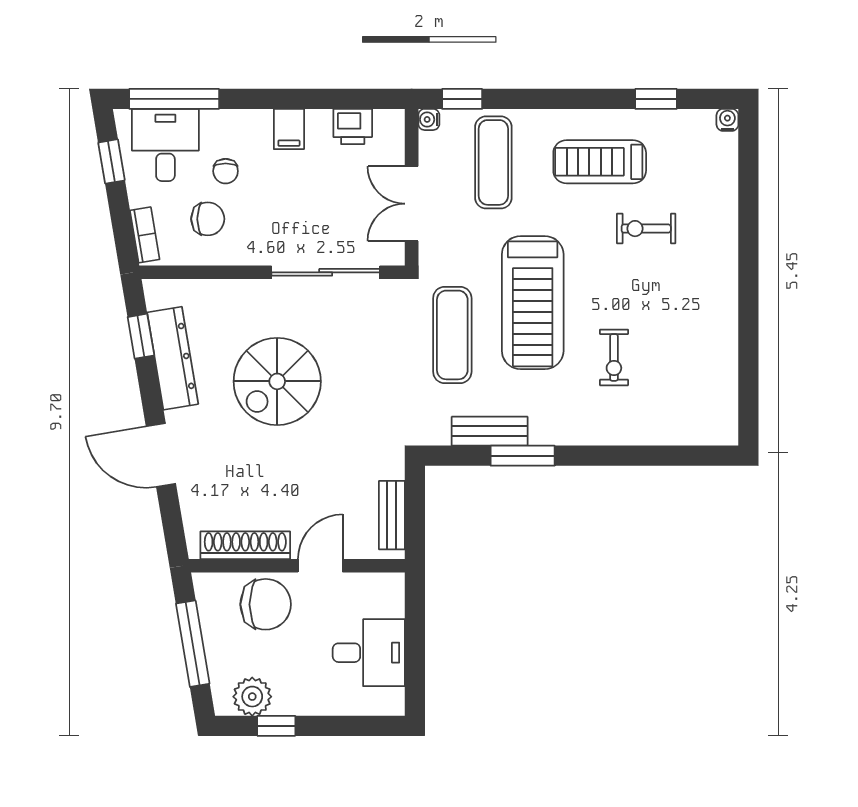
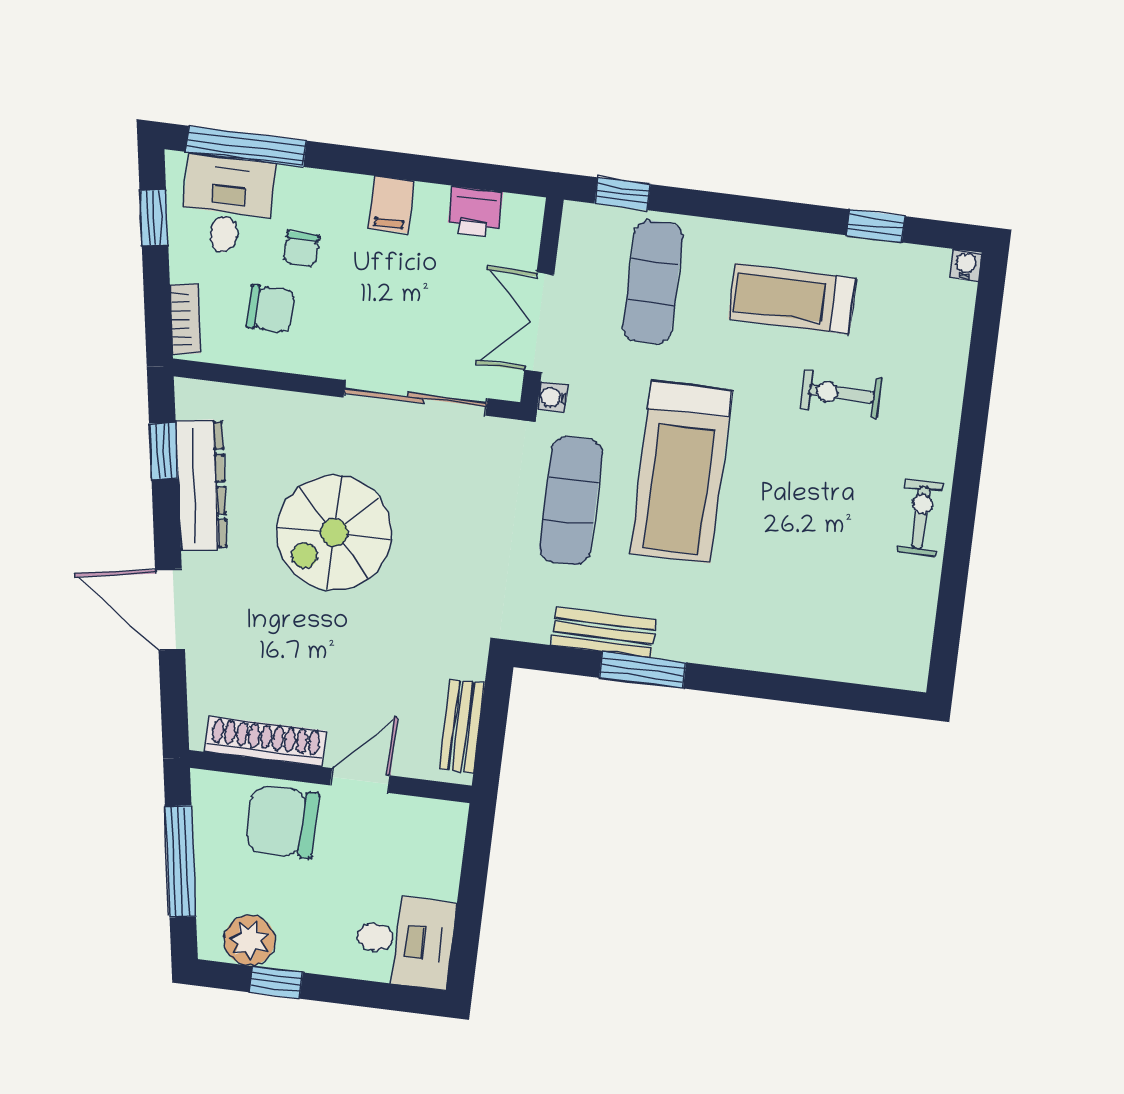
water cooler: (429, 119) -> (553, 397), moved
exercise bike: (614, 357) -> (921, 518), moved, turned 180
chair: (266, 604) -> (282, 822), turned 180
desk: (369, 653) -> (404, 941), moved

